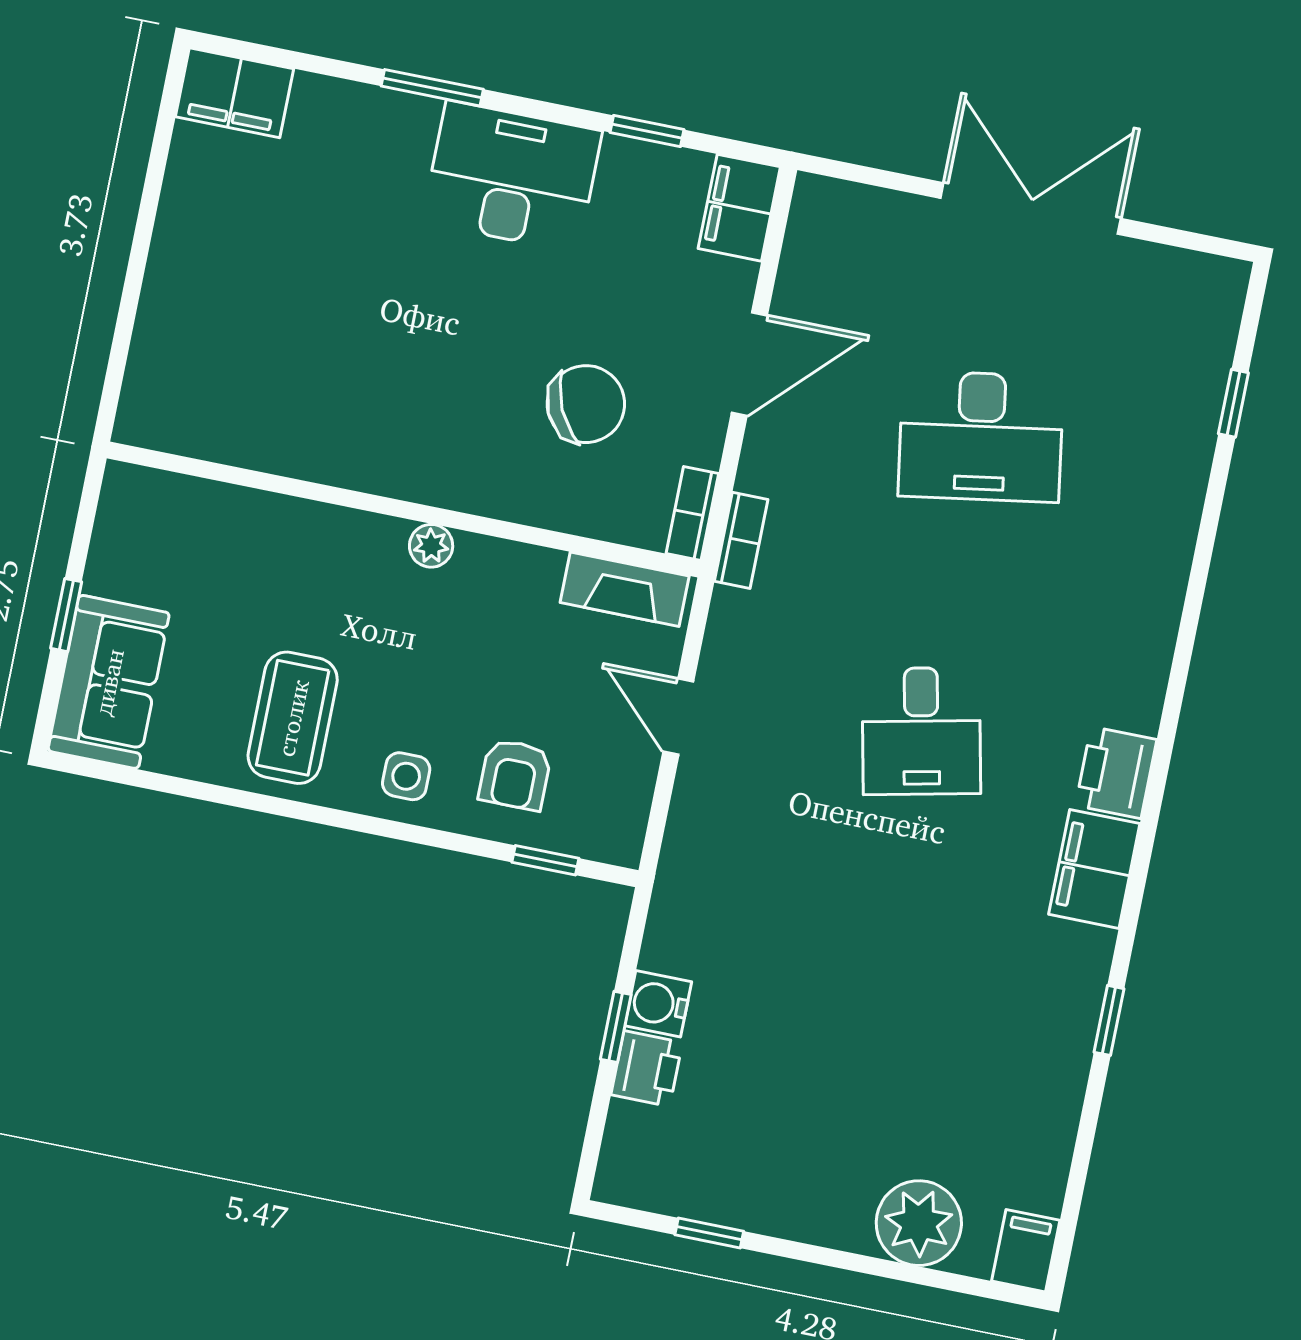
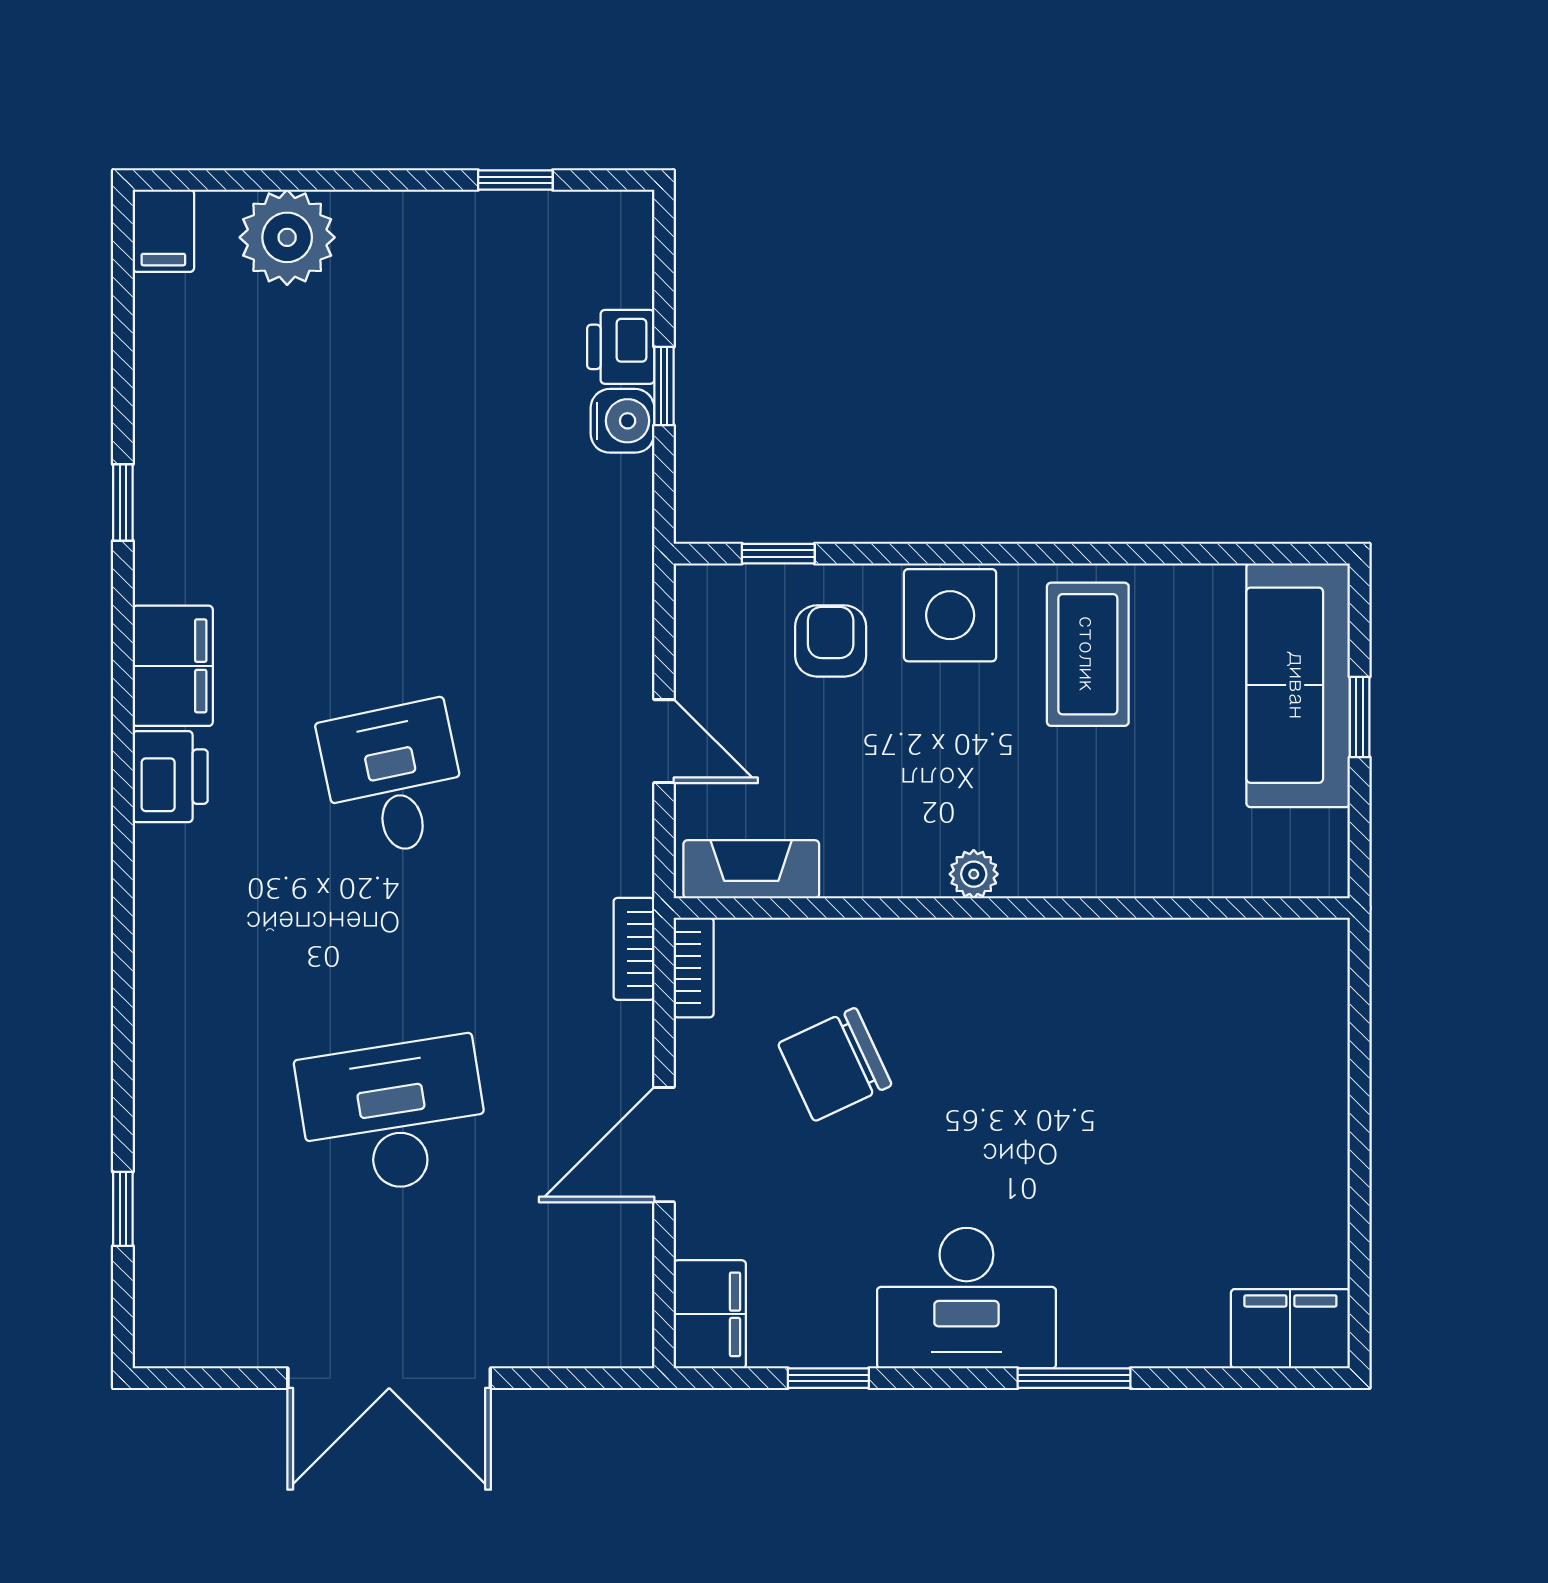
sofa: (109, 682) -> (1298, 685), width x1.36
side table: (406, 776) -> (950, 615), width x1.87, depth x1.87

